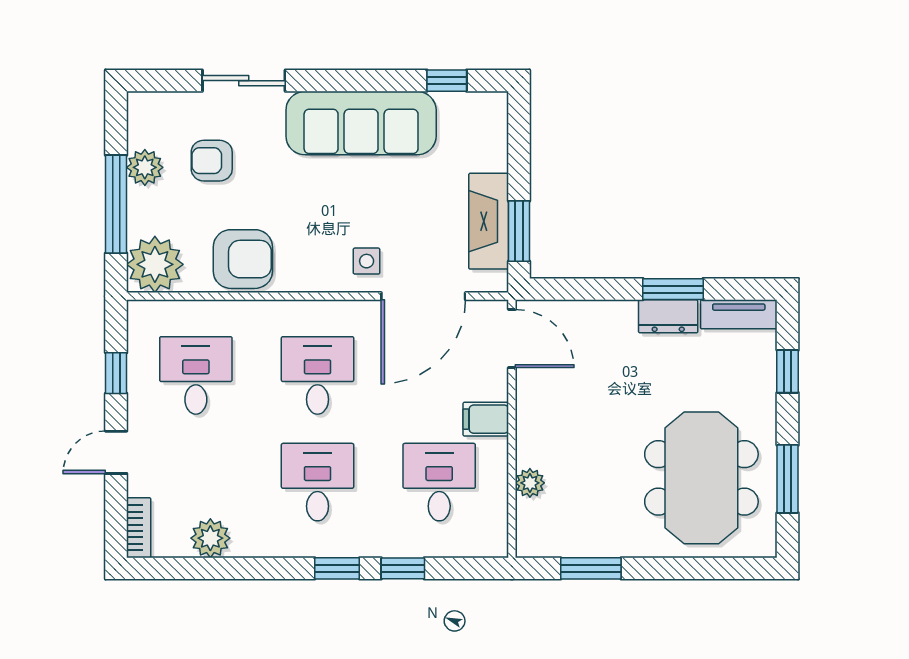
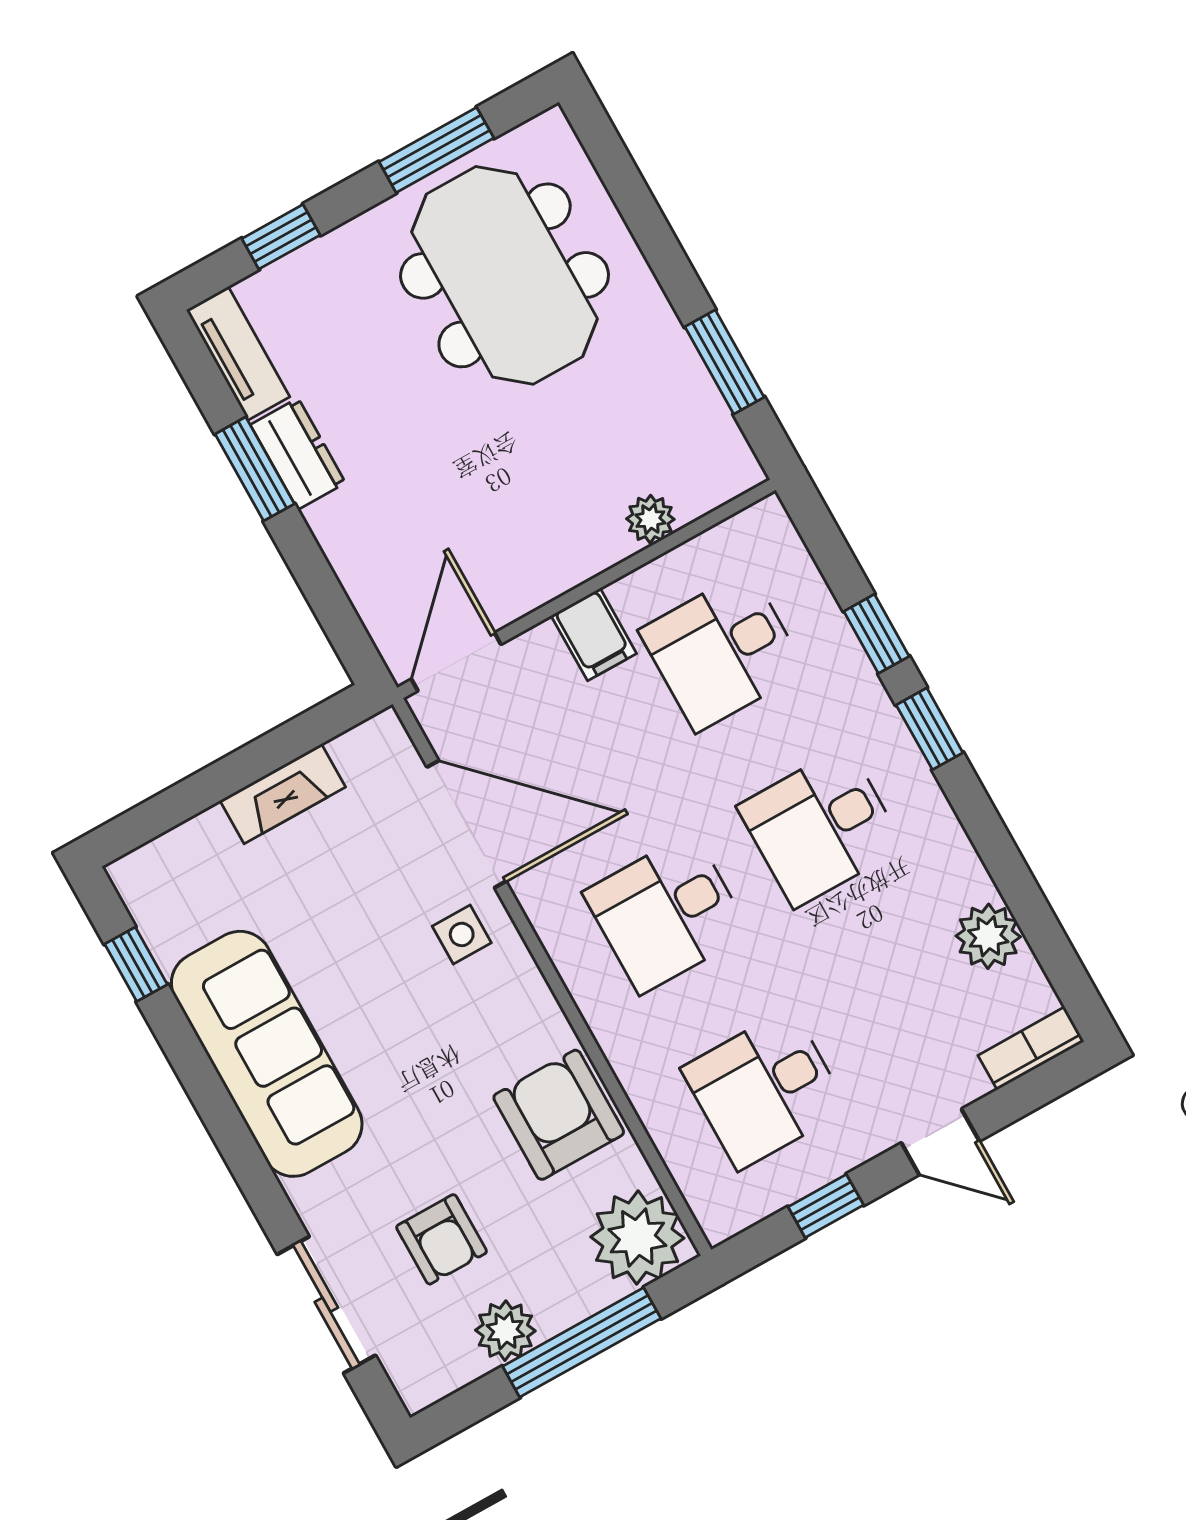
sliding door: (244, 81) -> (326, 1305), moved
fireplace: (489, 221) -> (283, 794), width x0.73, depth x0.76
window: (519, 231) -> (295, 738), removed
meeting table: (701, 478) -> (505, 275), turned 90

